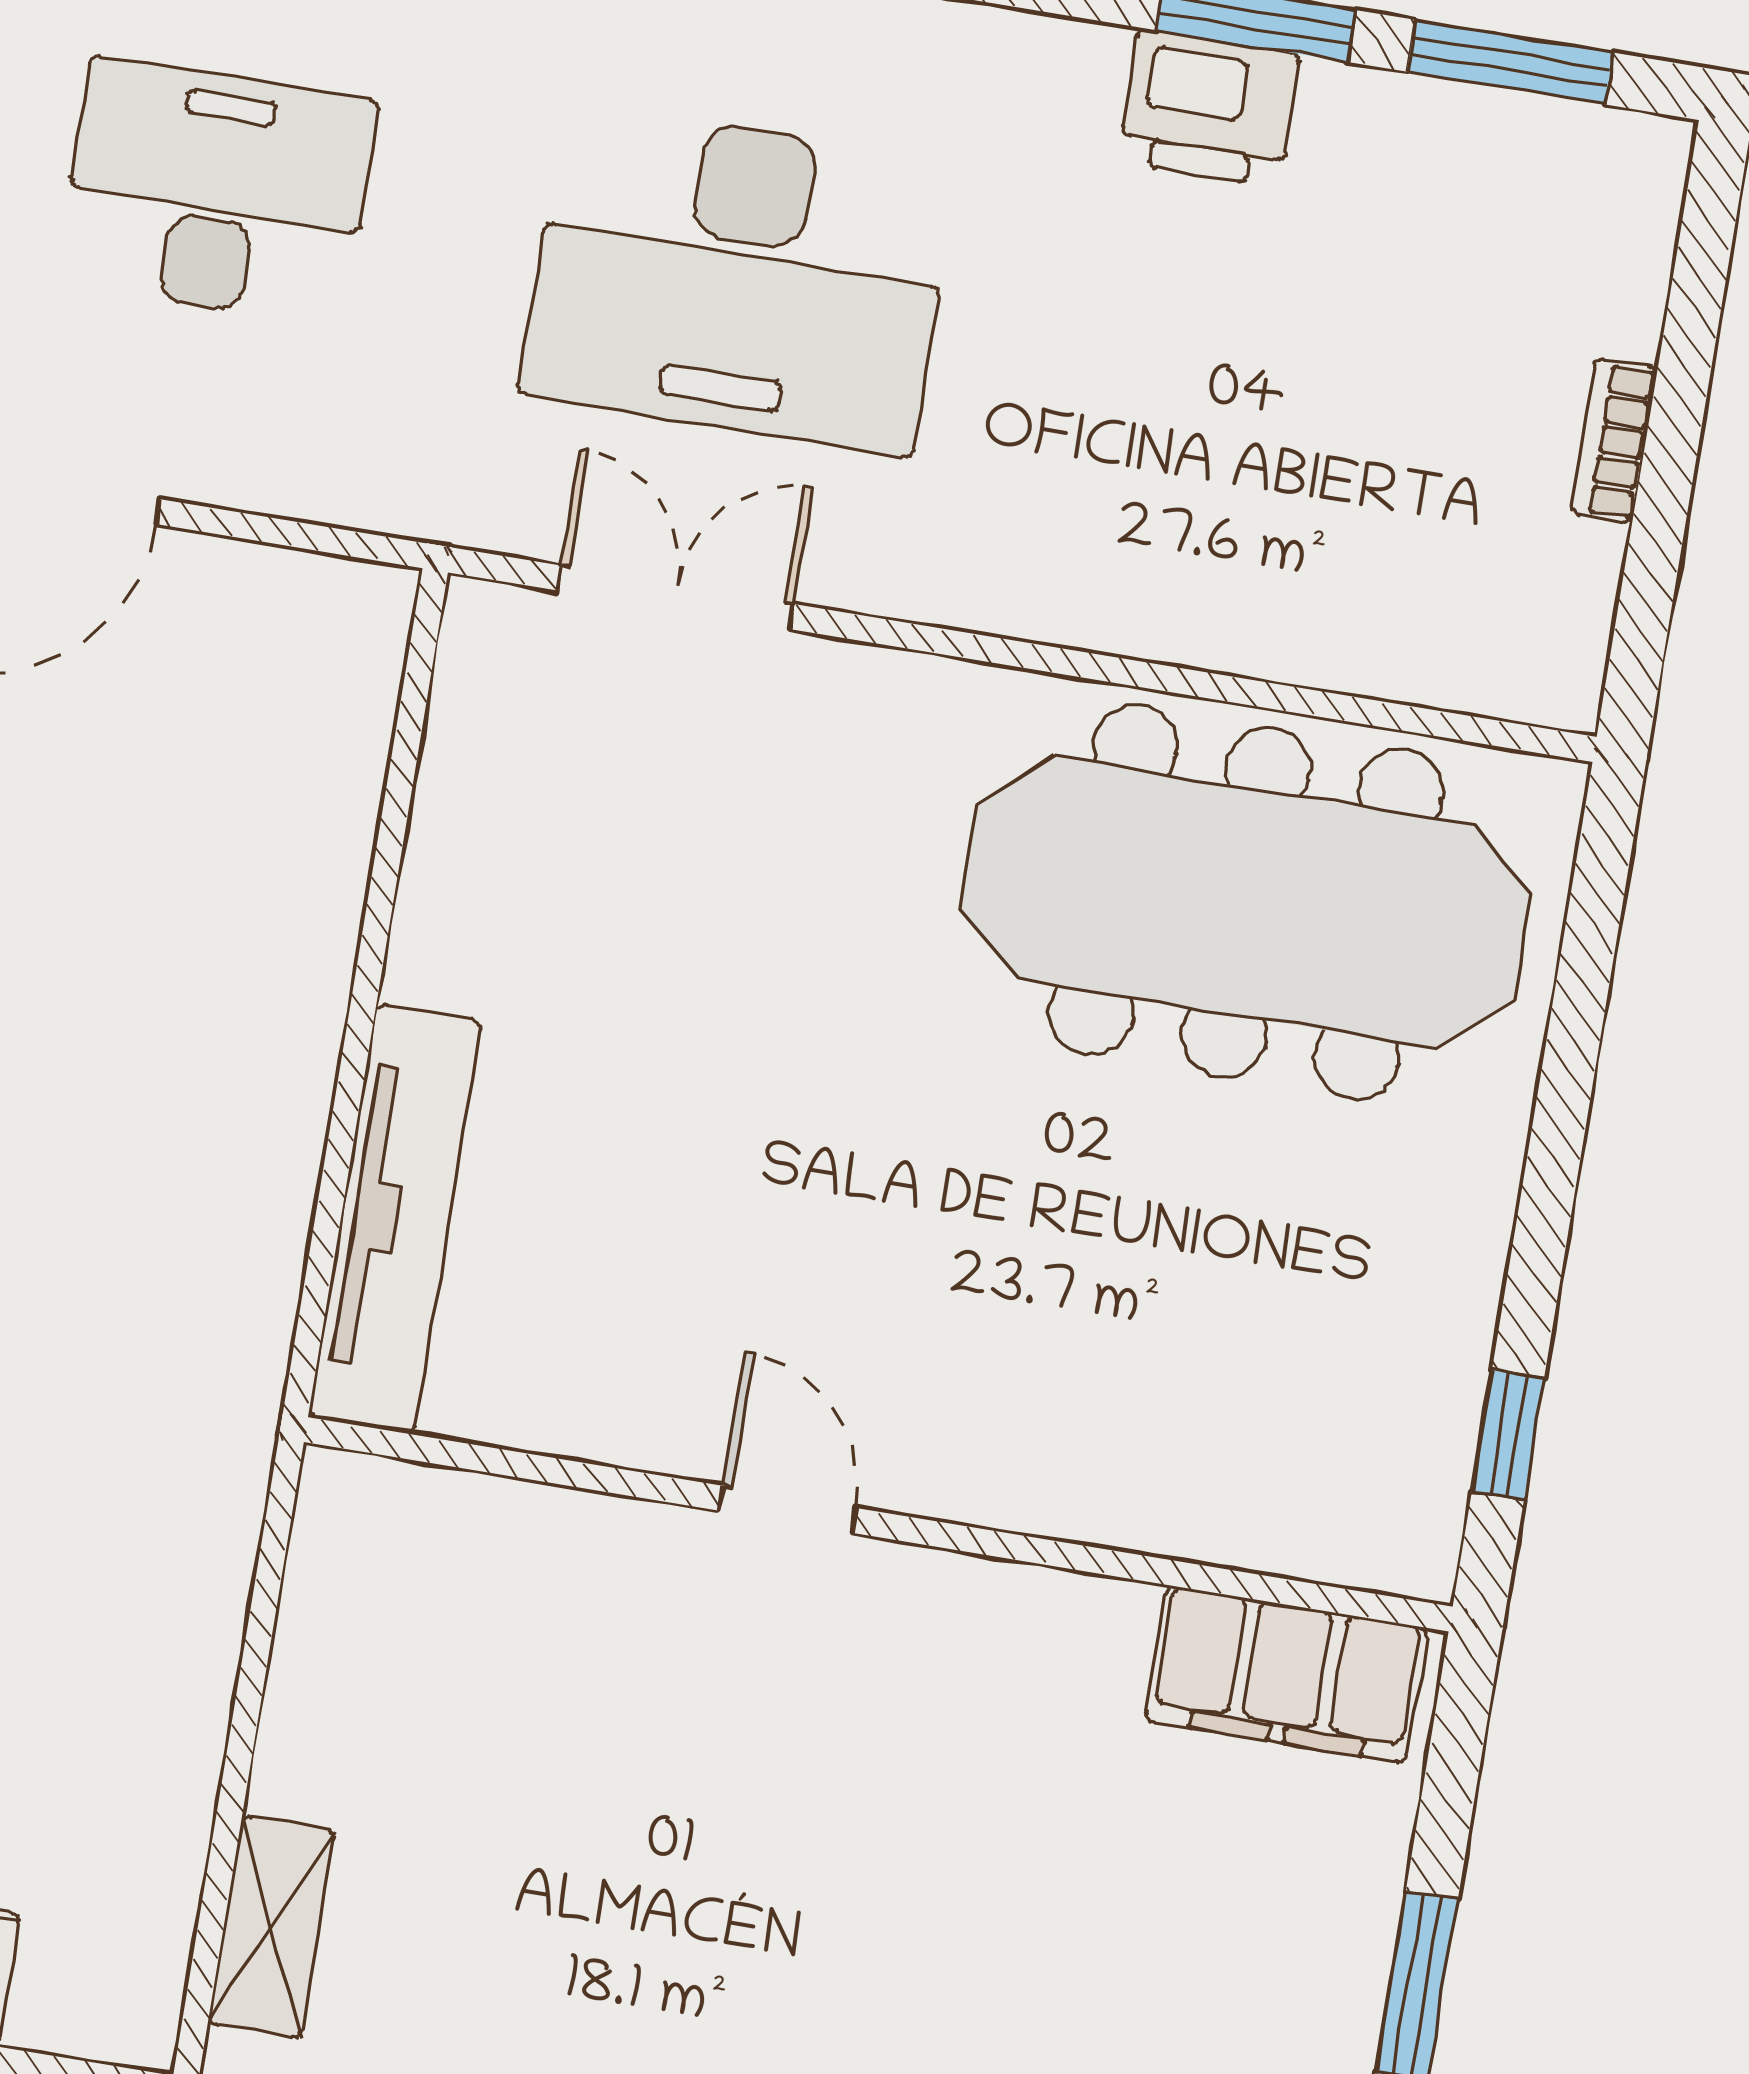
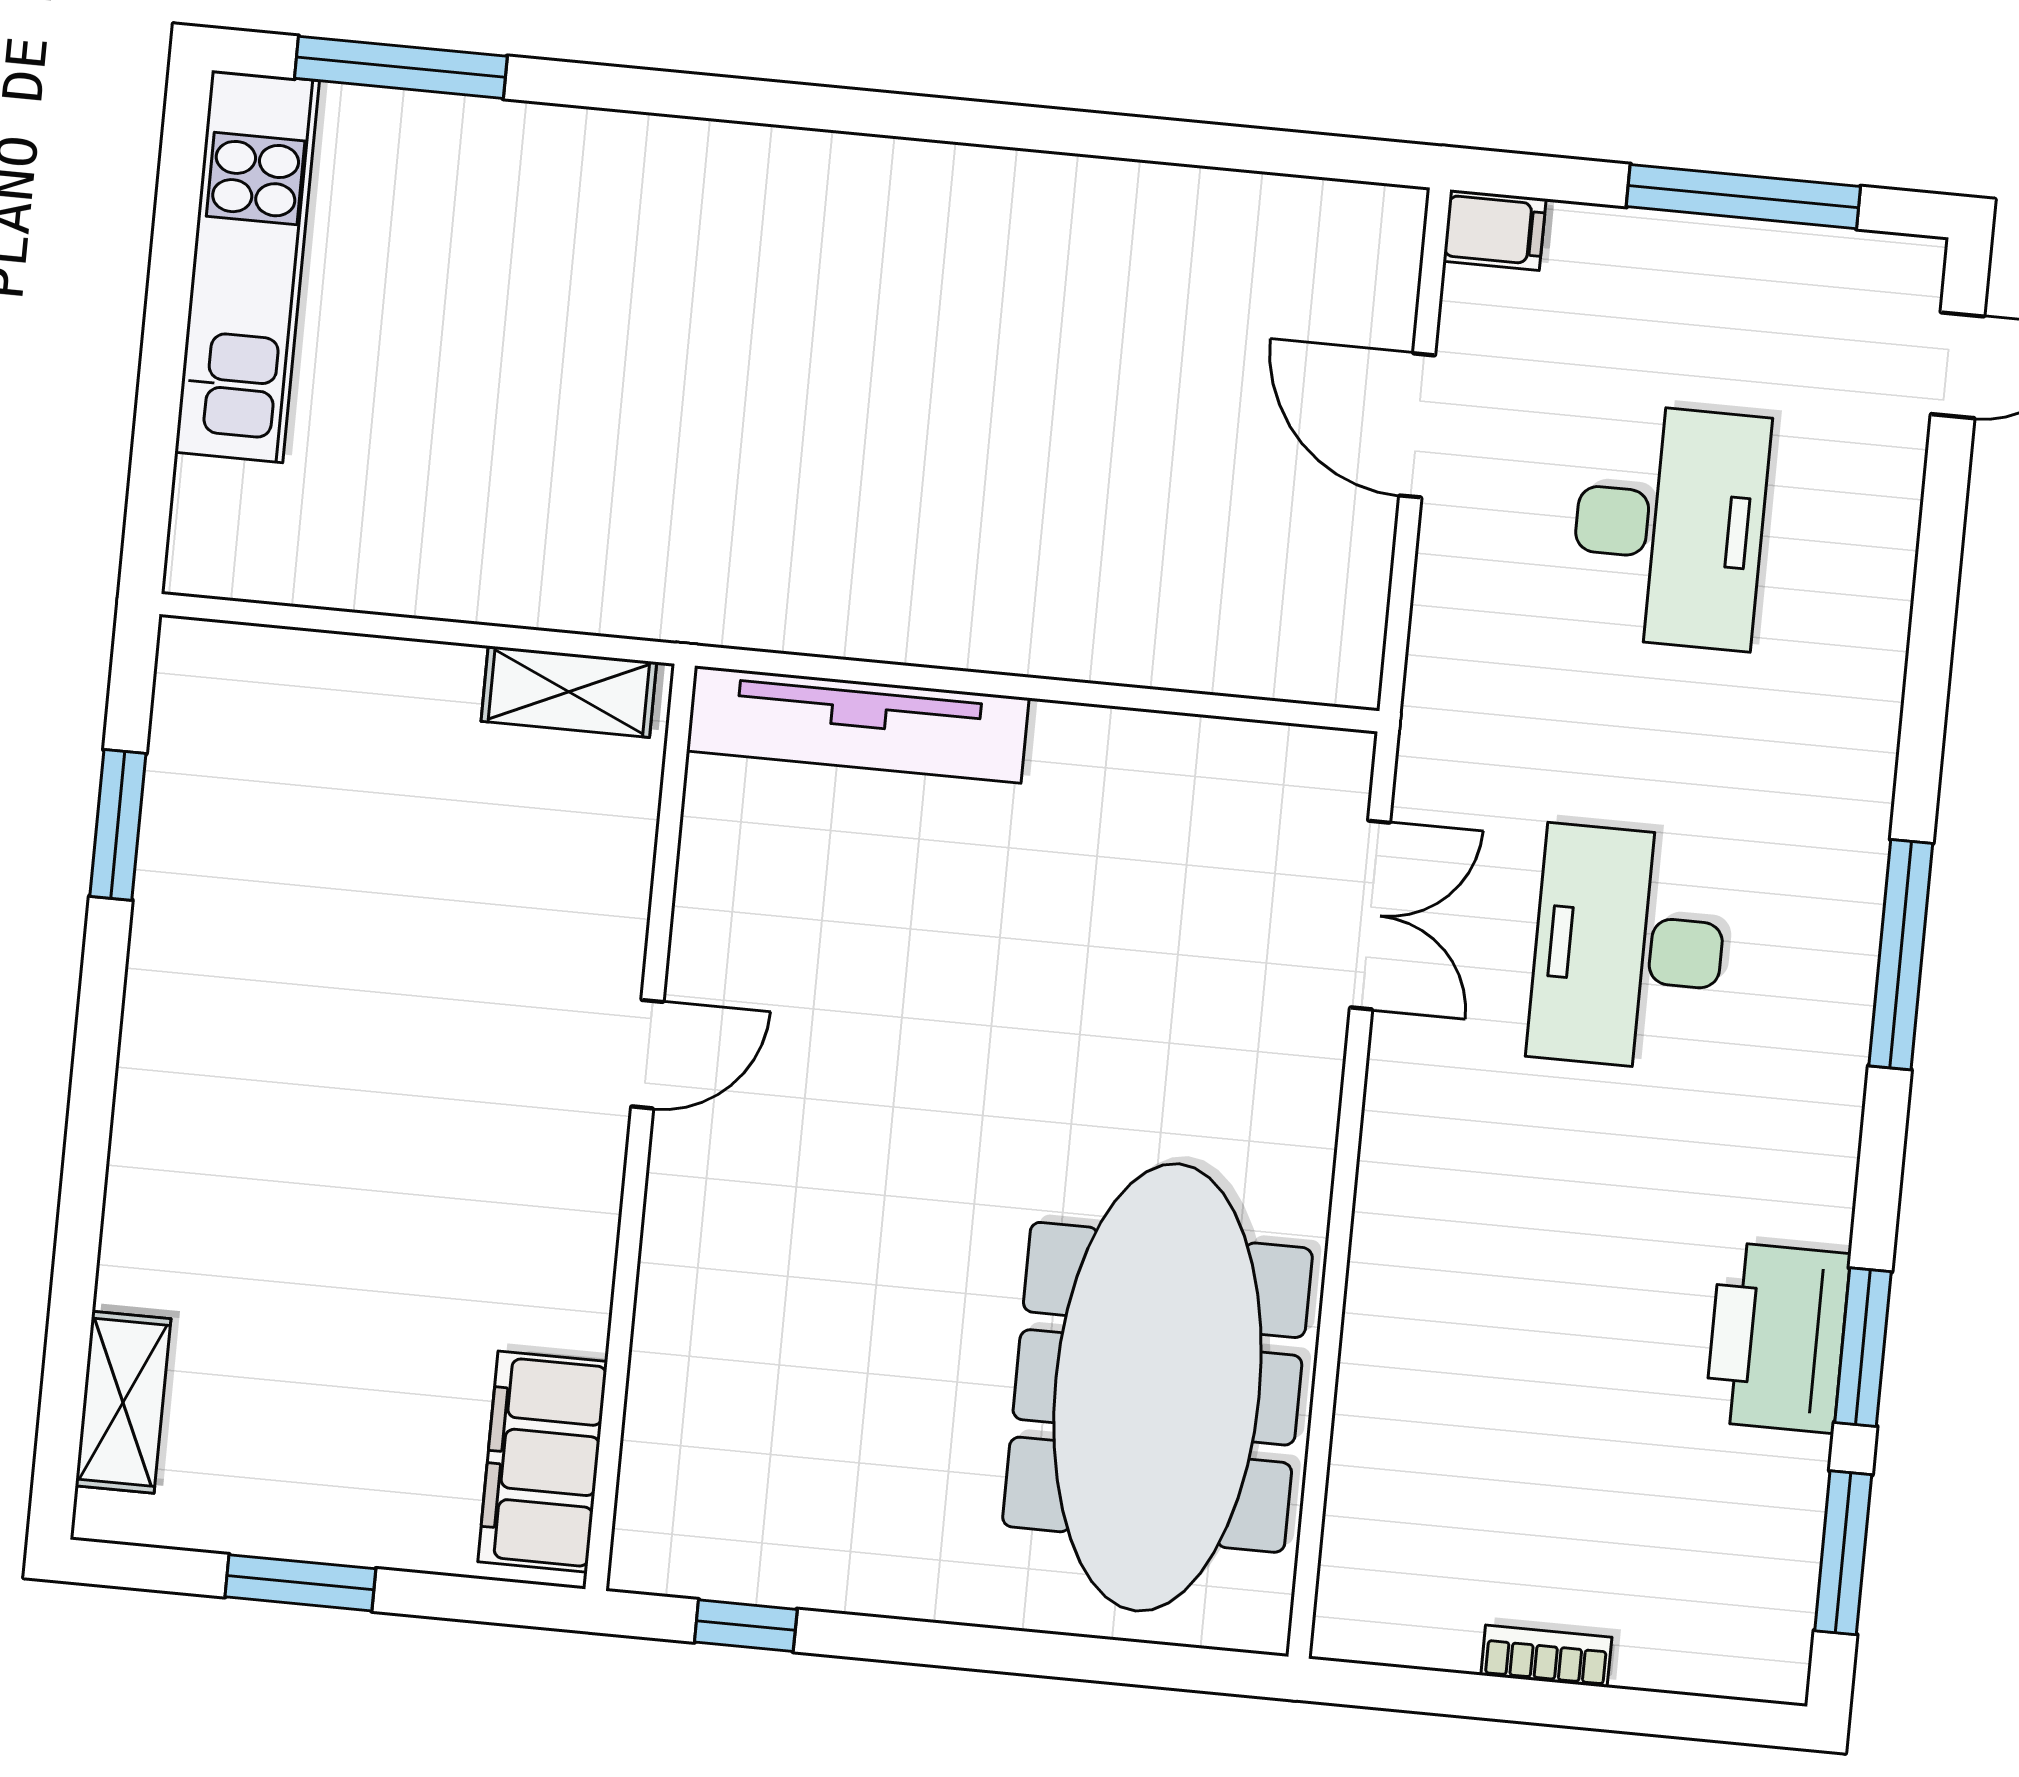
printer: (1208, 108) -> (1777, 1338), width x1.37, depth x1.19
desk: (739, 278) -> (1629, 948), width x0.73, depth x0.77
shelving: (272, 1927) -> (569, 692), moved

